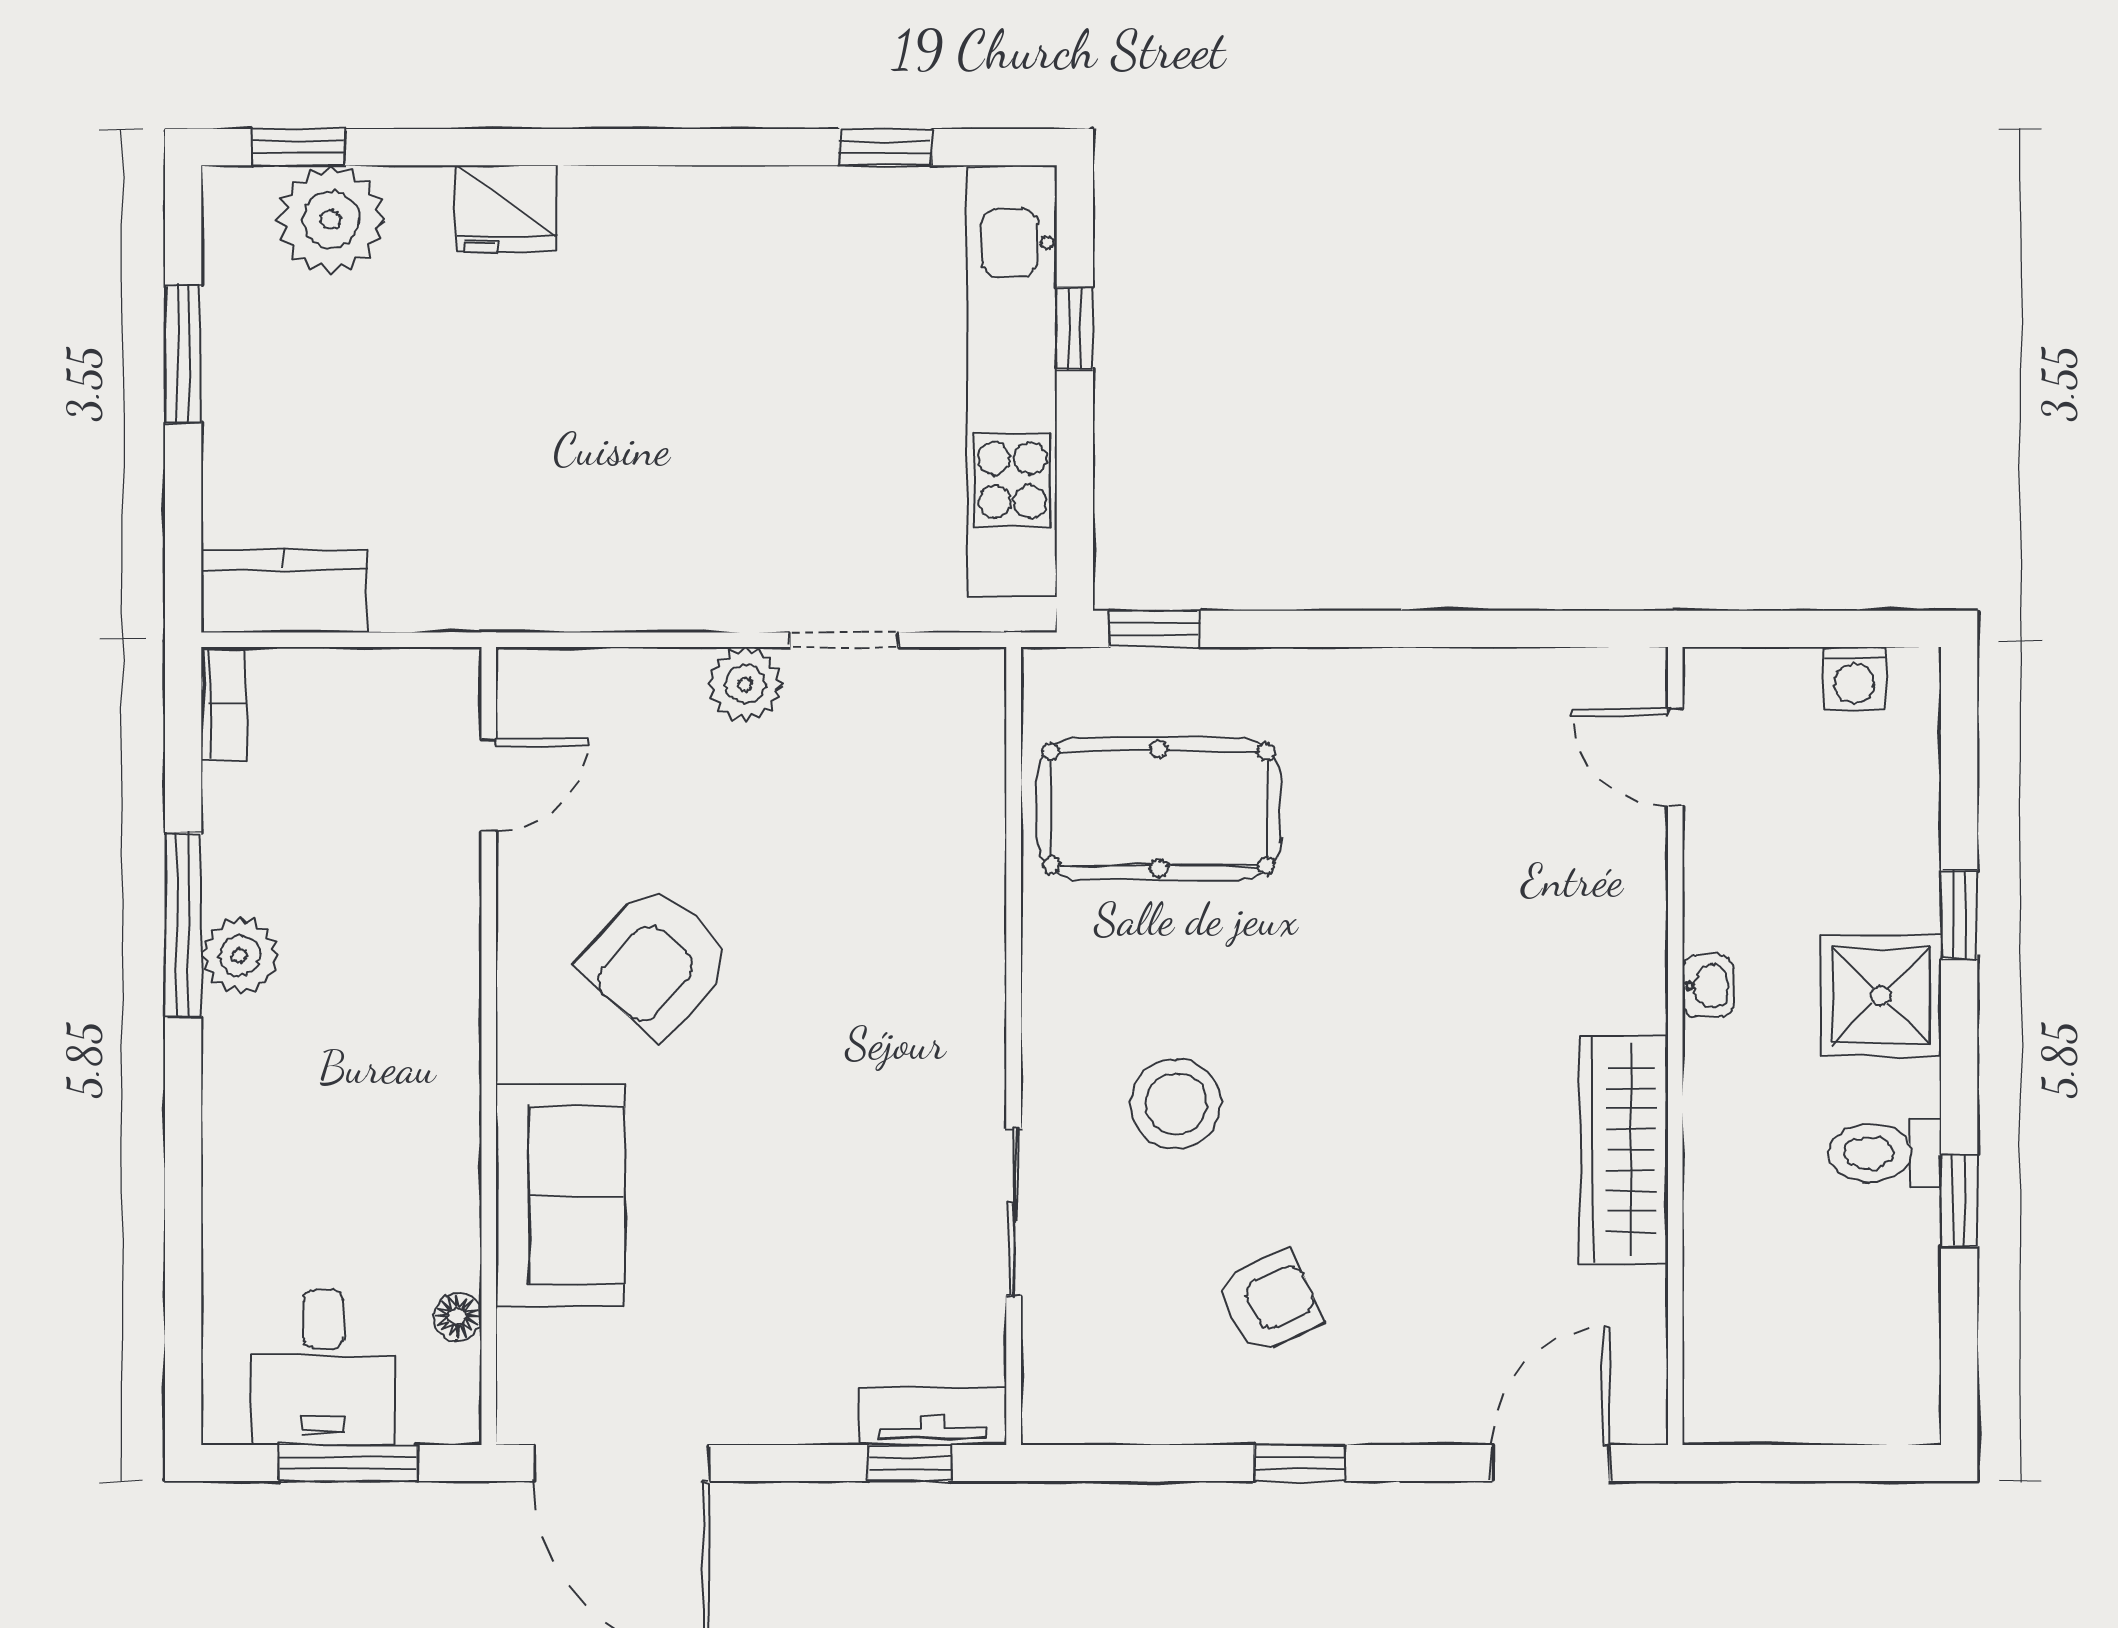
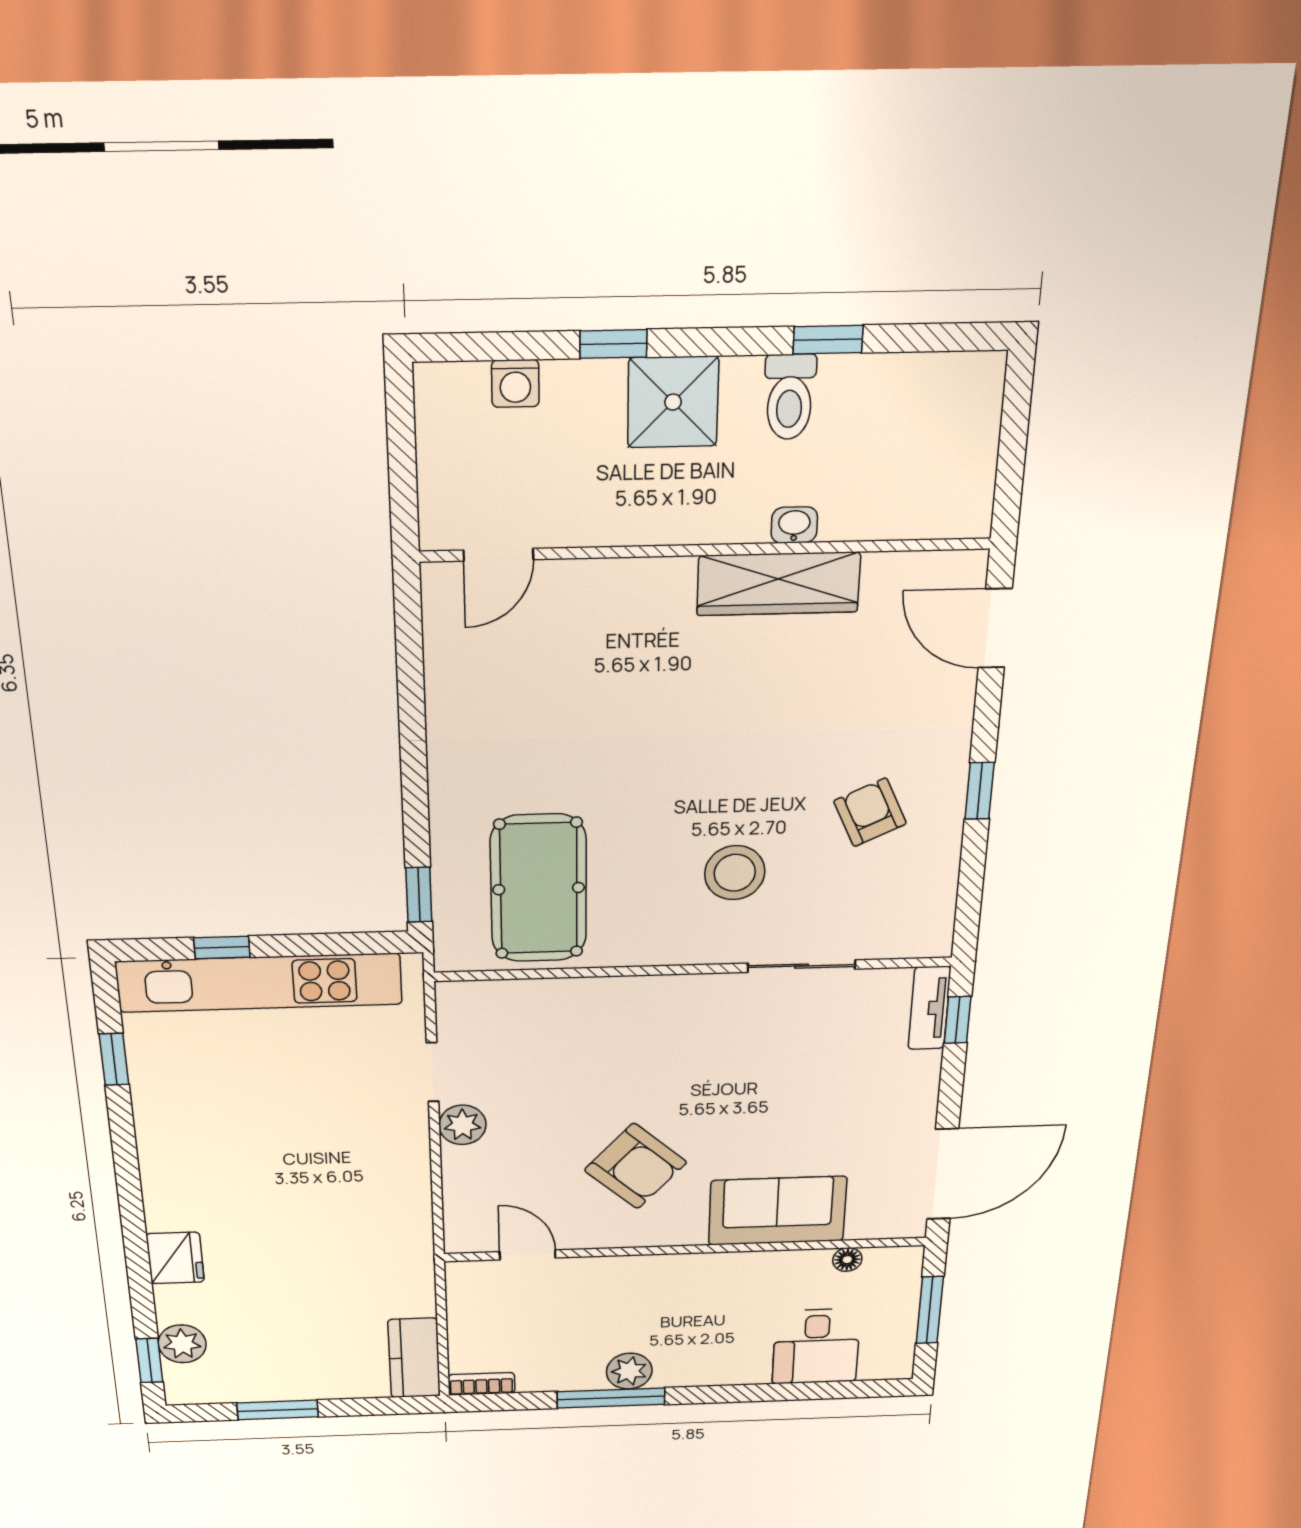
plant: (331, 219) -> (182, 1344), width x0.73, depth x0.73
washing machine: (1854, 678) -> (515, 383), moved, turned 90
washbasin: (1708, 986) -> (794, 525), moved
desk: (323, 1368) -> (816, 1346), moved, turned 90

